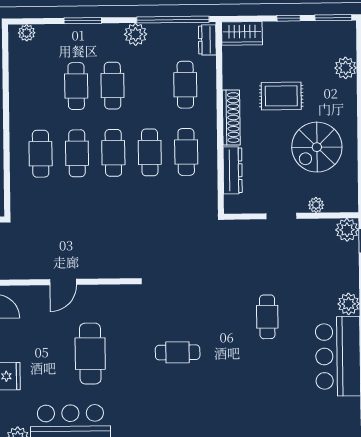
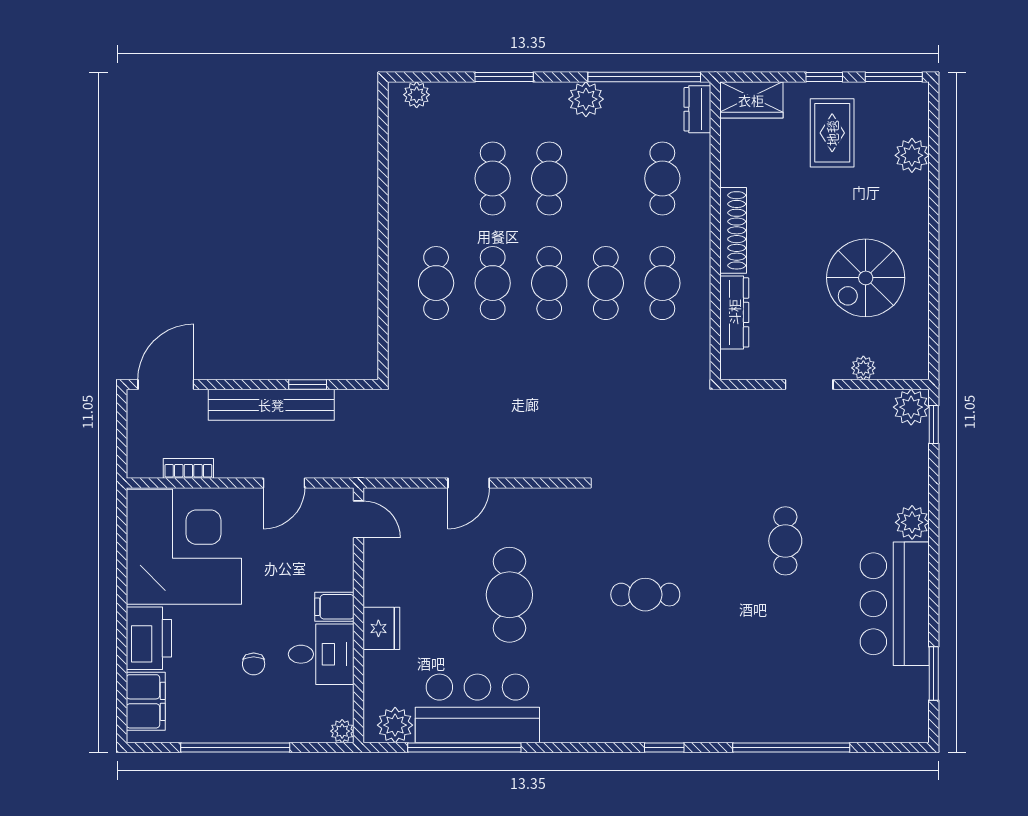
rug: (281, 96) -> (832, 133), moved, turned 90

